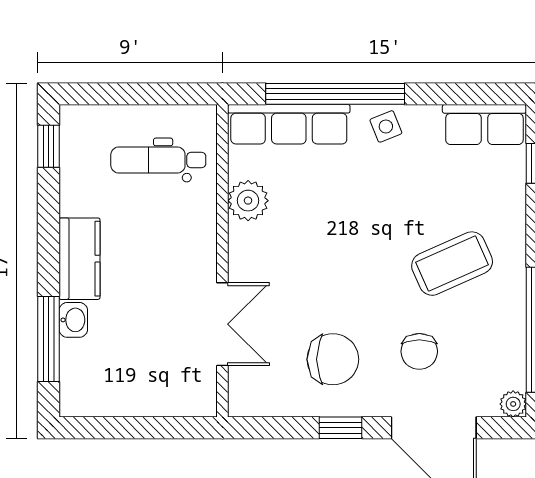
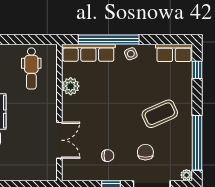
dental chair: (158, 160) -> (31, 68), turned -90
chair: (419, 351) -> (145, 152), turned 180
chair: (333, 359) -> (108, 156), width x0.54, depth x0.54

